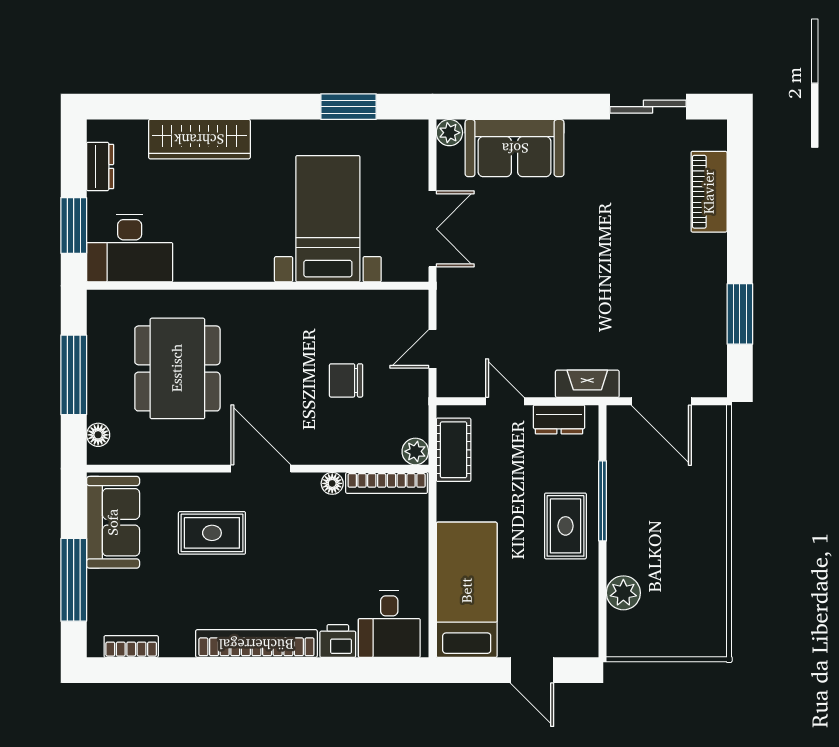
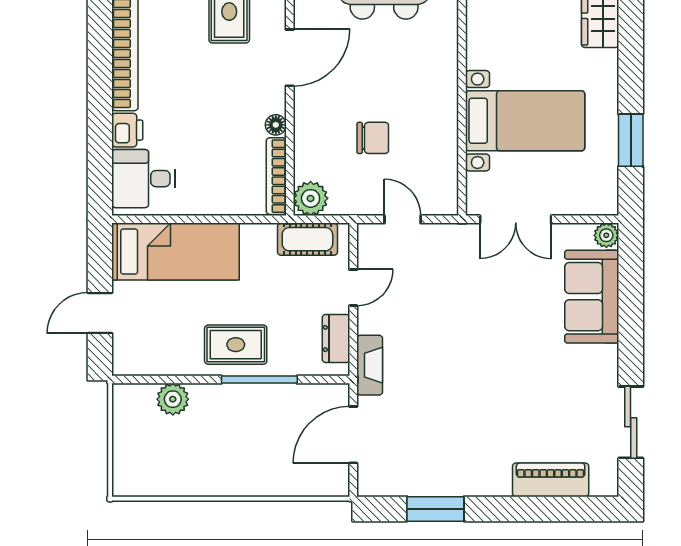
chair: (346, 380) -> (373, 138), turned 90
plant: (415, 451) -> (311, 198), width x1.38, depth x1.38

